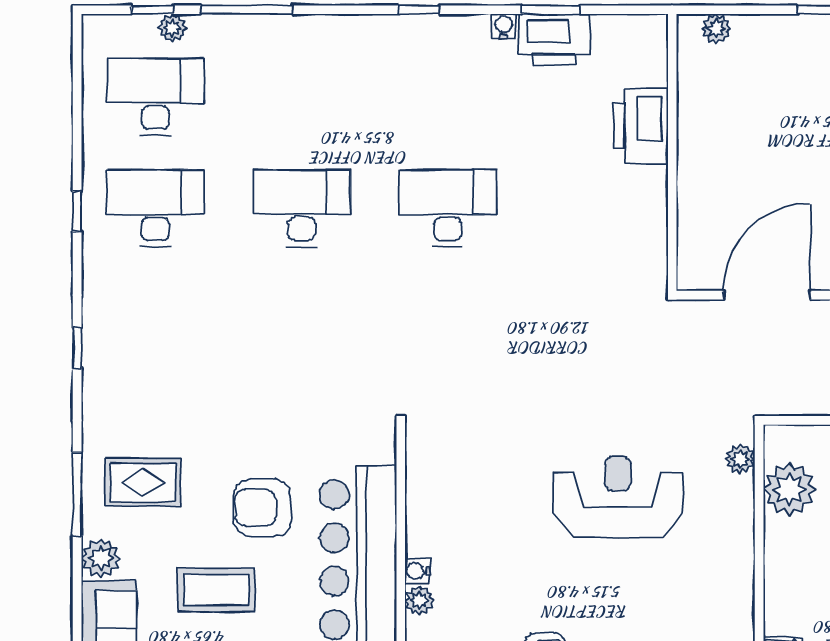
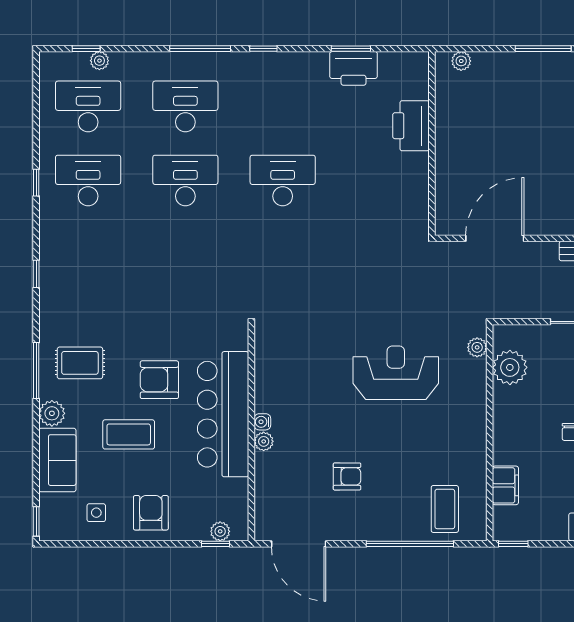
window: (247, 10) -> (200, 49), moved
water cooler: (504, 26) -> (320, 59), removed
desk: (302, 97) -> (185, 106), added

